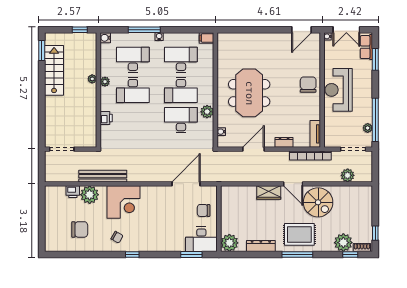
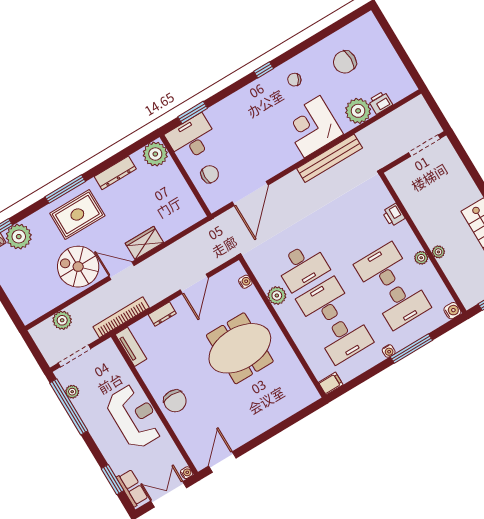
meeting table: (249, 93) -> (240, 348), turned 90
bench: (103, 176) -> (330, 158), moved

